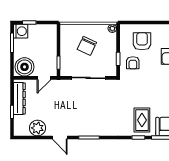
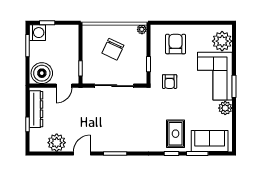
armchair: (133, 63) -> (170, 82), moved
door: (60, 138) -> (82, 154), swing flipped

